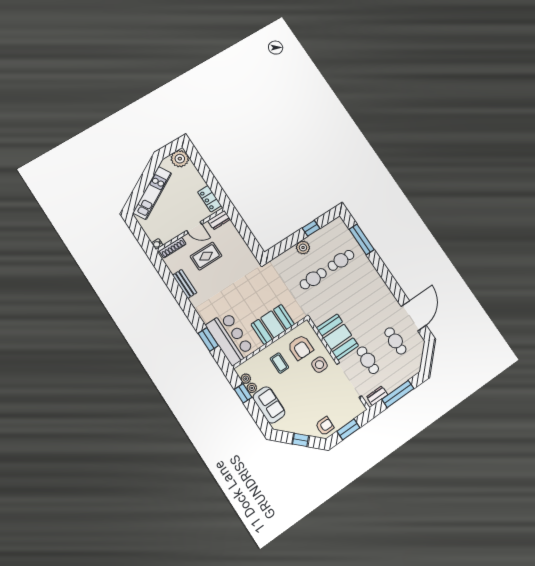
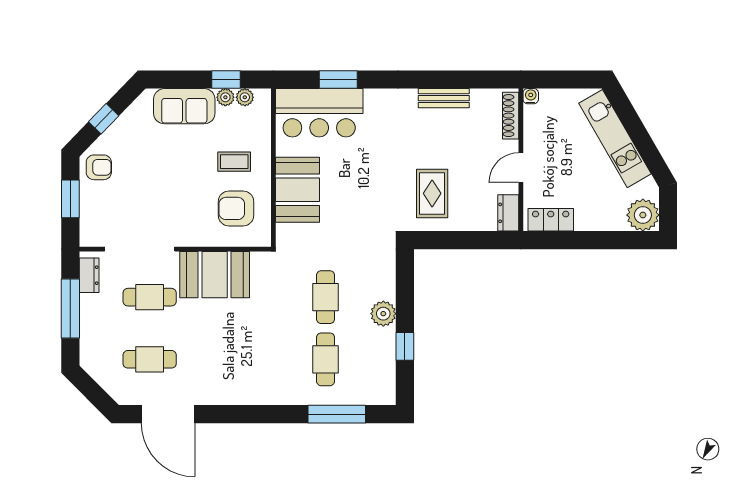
rug: (206, 256) -> (432, 193), moved
side table: (319, 365) -> (192, 220), removed
armchair: (325, 426) -> (99, 167), turned -90

